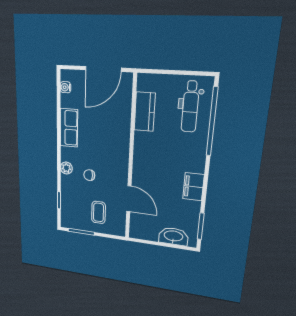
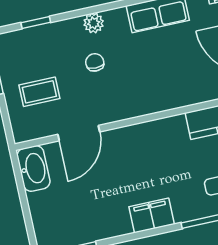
filing cabinet: (193, 187) -> (152, 215), moved
washbasin: (173, 236) -> (34, 169), moved

